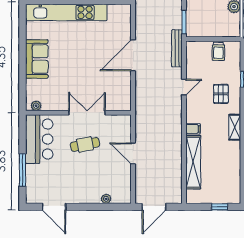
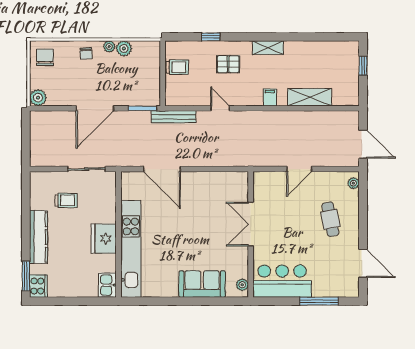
door: (133, 55) -> (162, 169), moved
sofa: (37, 59) -> (202, 284), moved
cafe table: (85, 144) -> (330, 219), moved
shelving: (193, 162) -> (310, 97), width x0.68
plant: (106, 199) -> (353, 183), moved
door: (54, 207) -> (363, 263), hinge flipped

